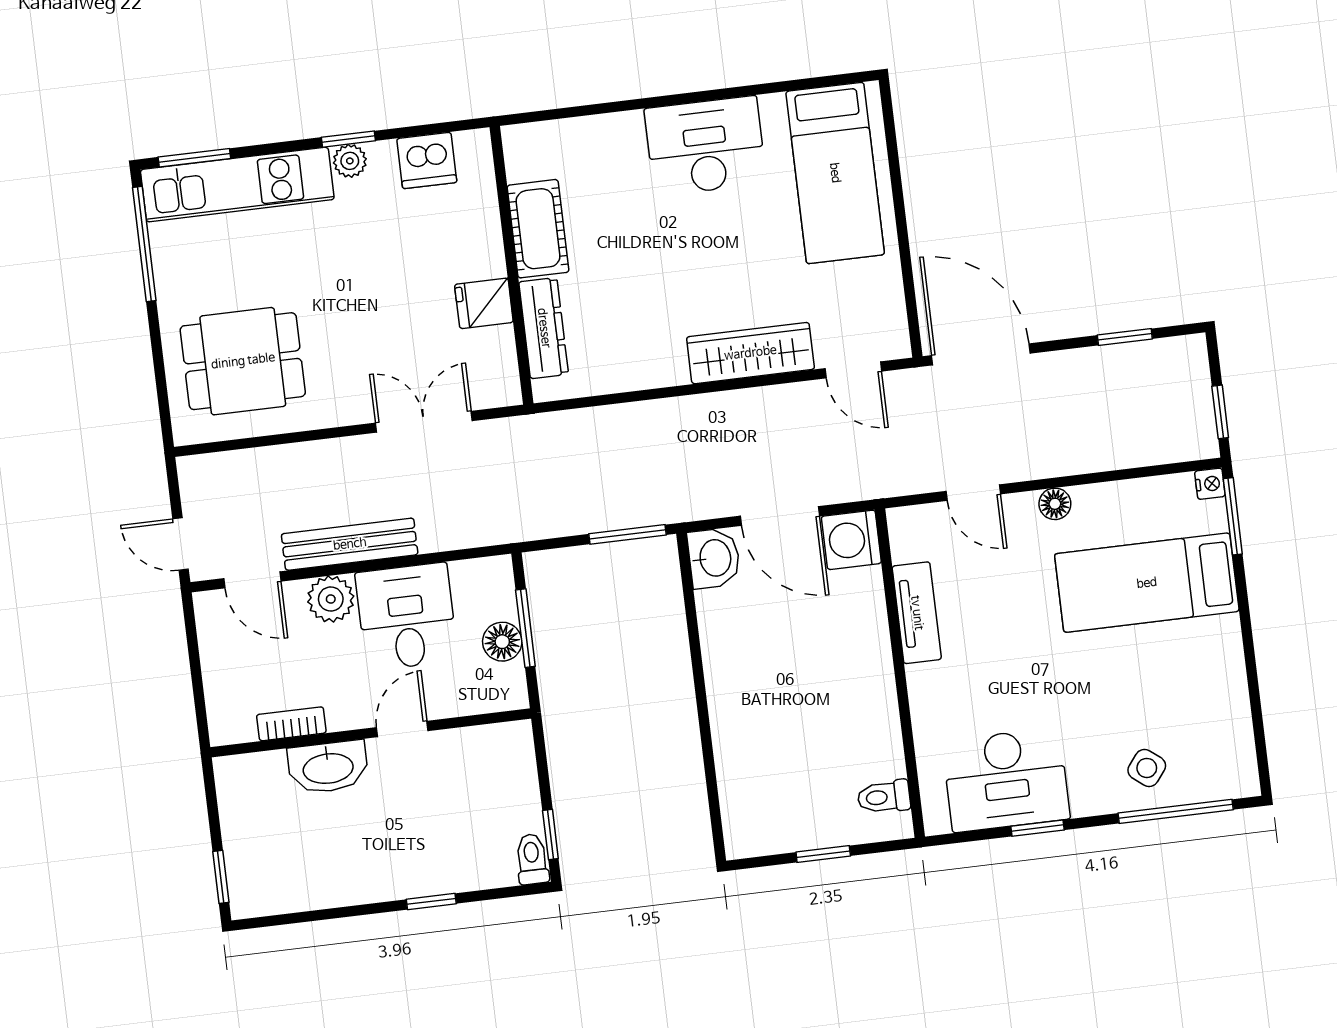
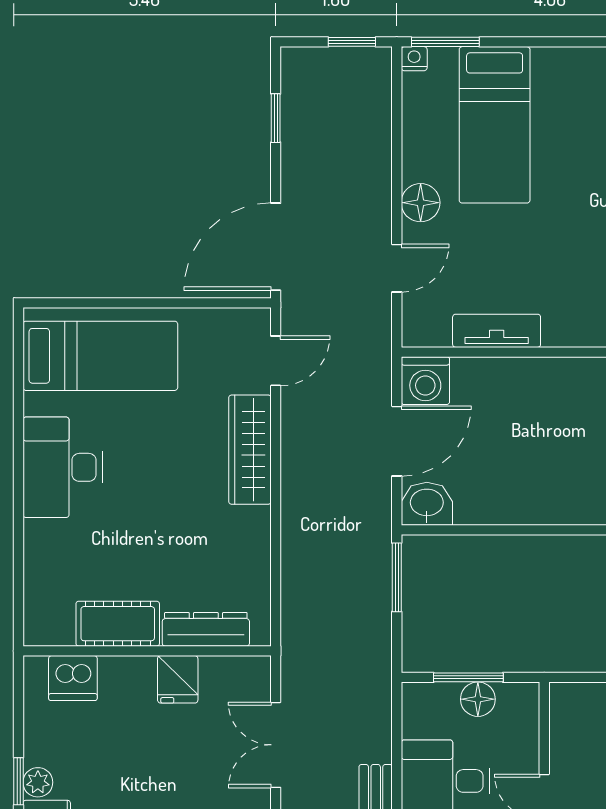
dishwasher: (427, 160) -> (73, 678), moved, turned 90
floor lamp: (1055, 504) -> (421, 203), width x1.37, depth x1.37

